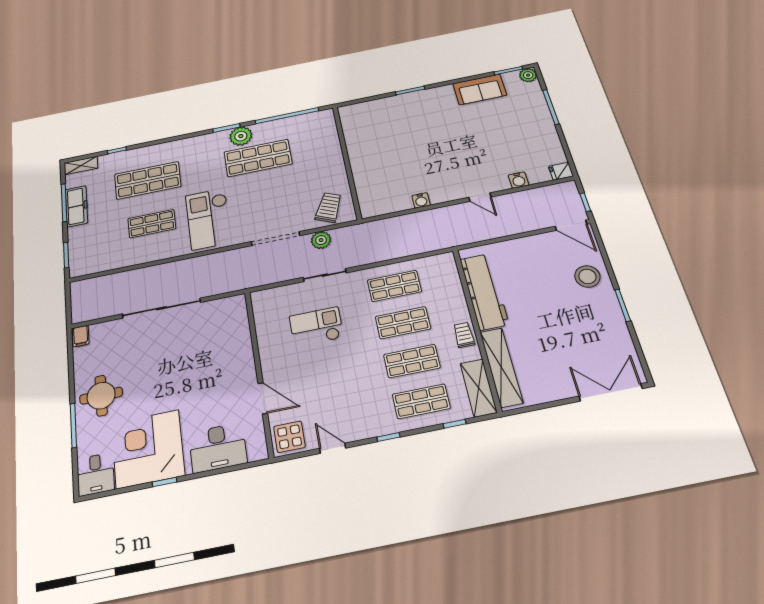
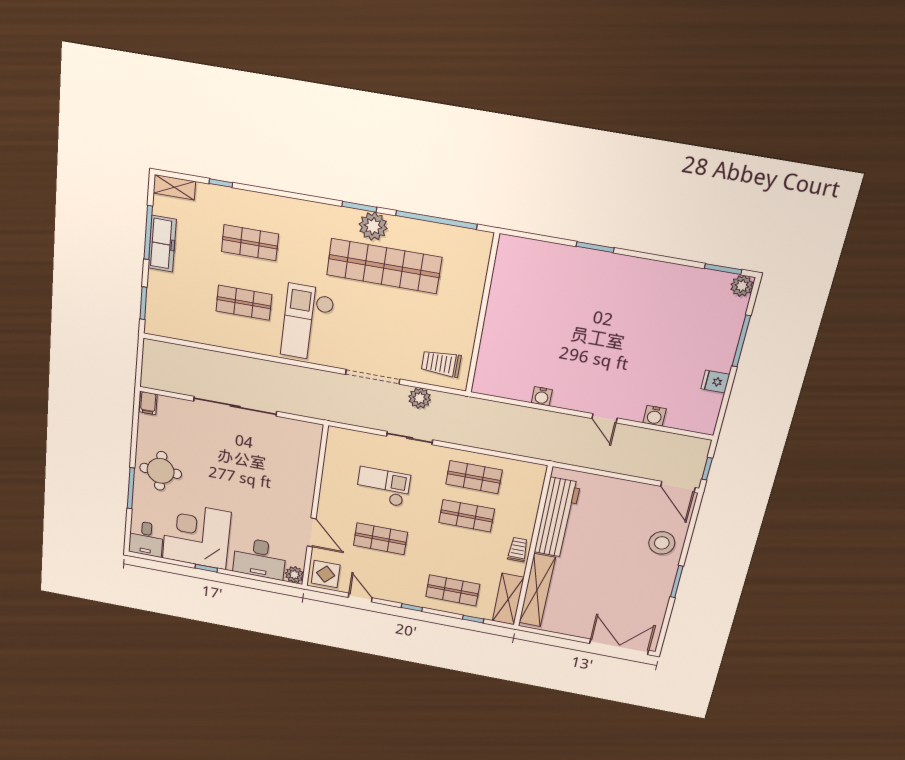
sofa: (480, 89) -> (676, 281), removed
shop shelf: (258, 158) -> (384, 266), width x1.40
fridge: (561, 171) -> (715, 382), moved
shop shelf: (148, 180) -> (250, 243), width x0.70, depth x0.74
trolley: (329, 208) -> (441, 364), turned -114
shop shelf: (412, 361) -> (381, 539), moved
plant: (258, 451) -> (294, 575), added

